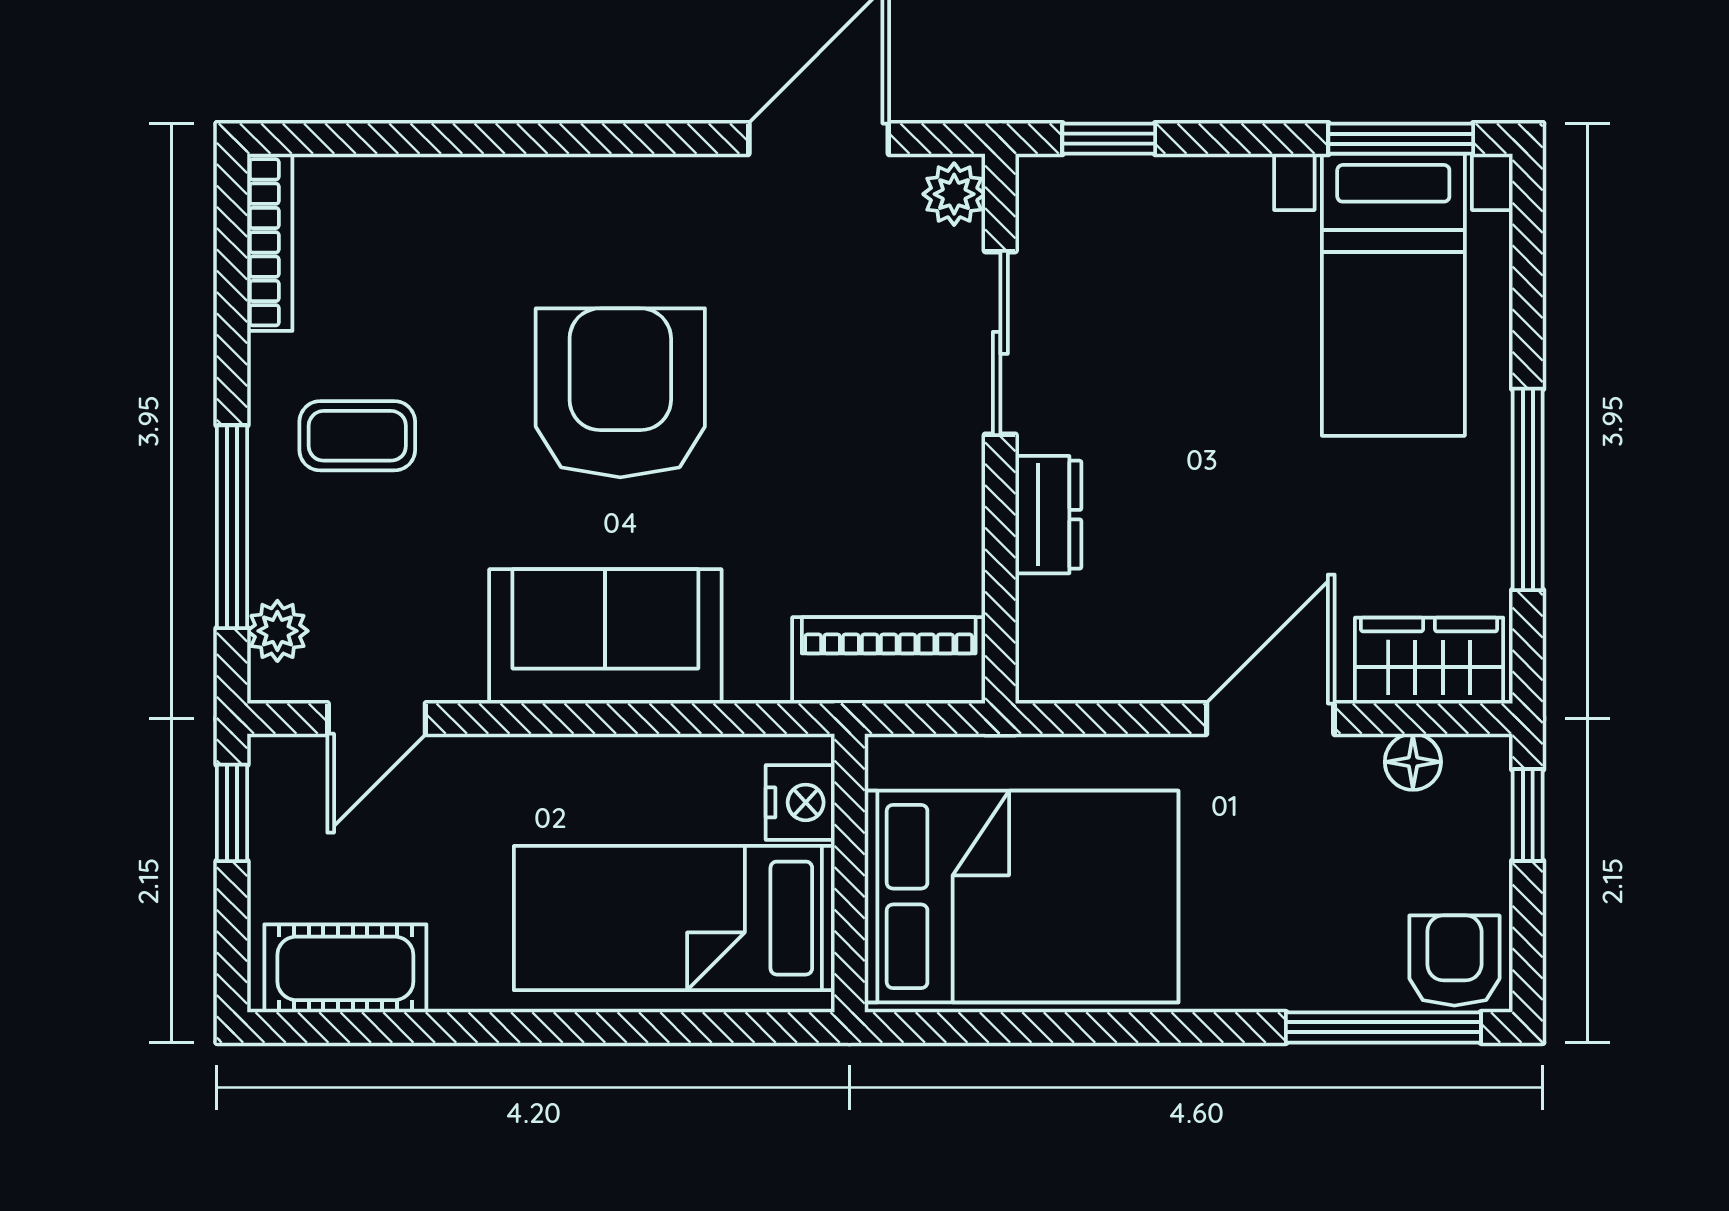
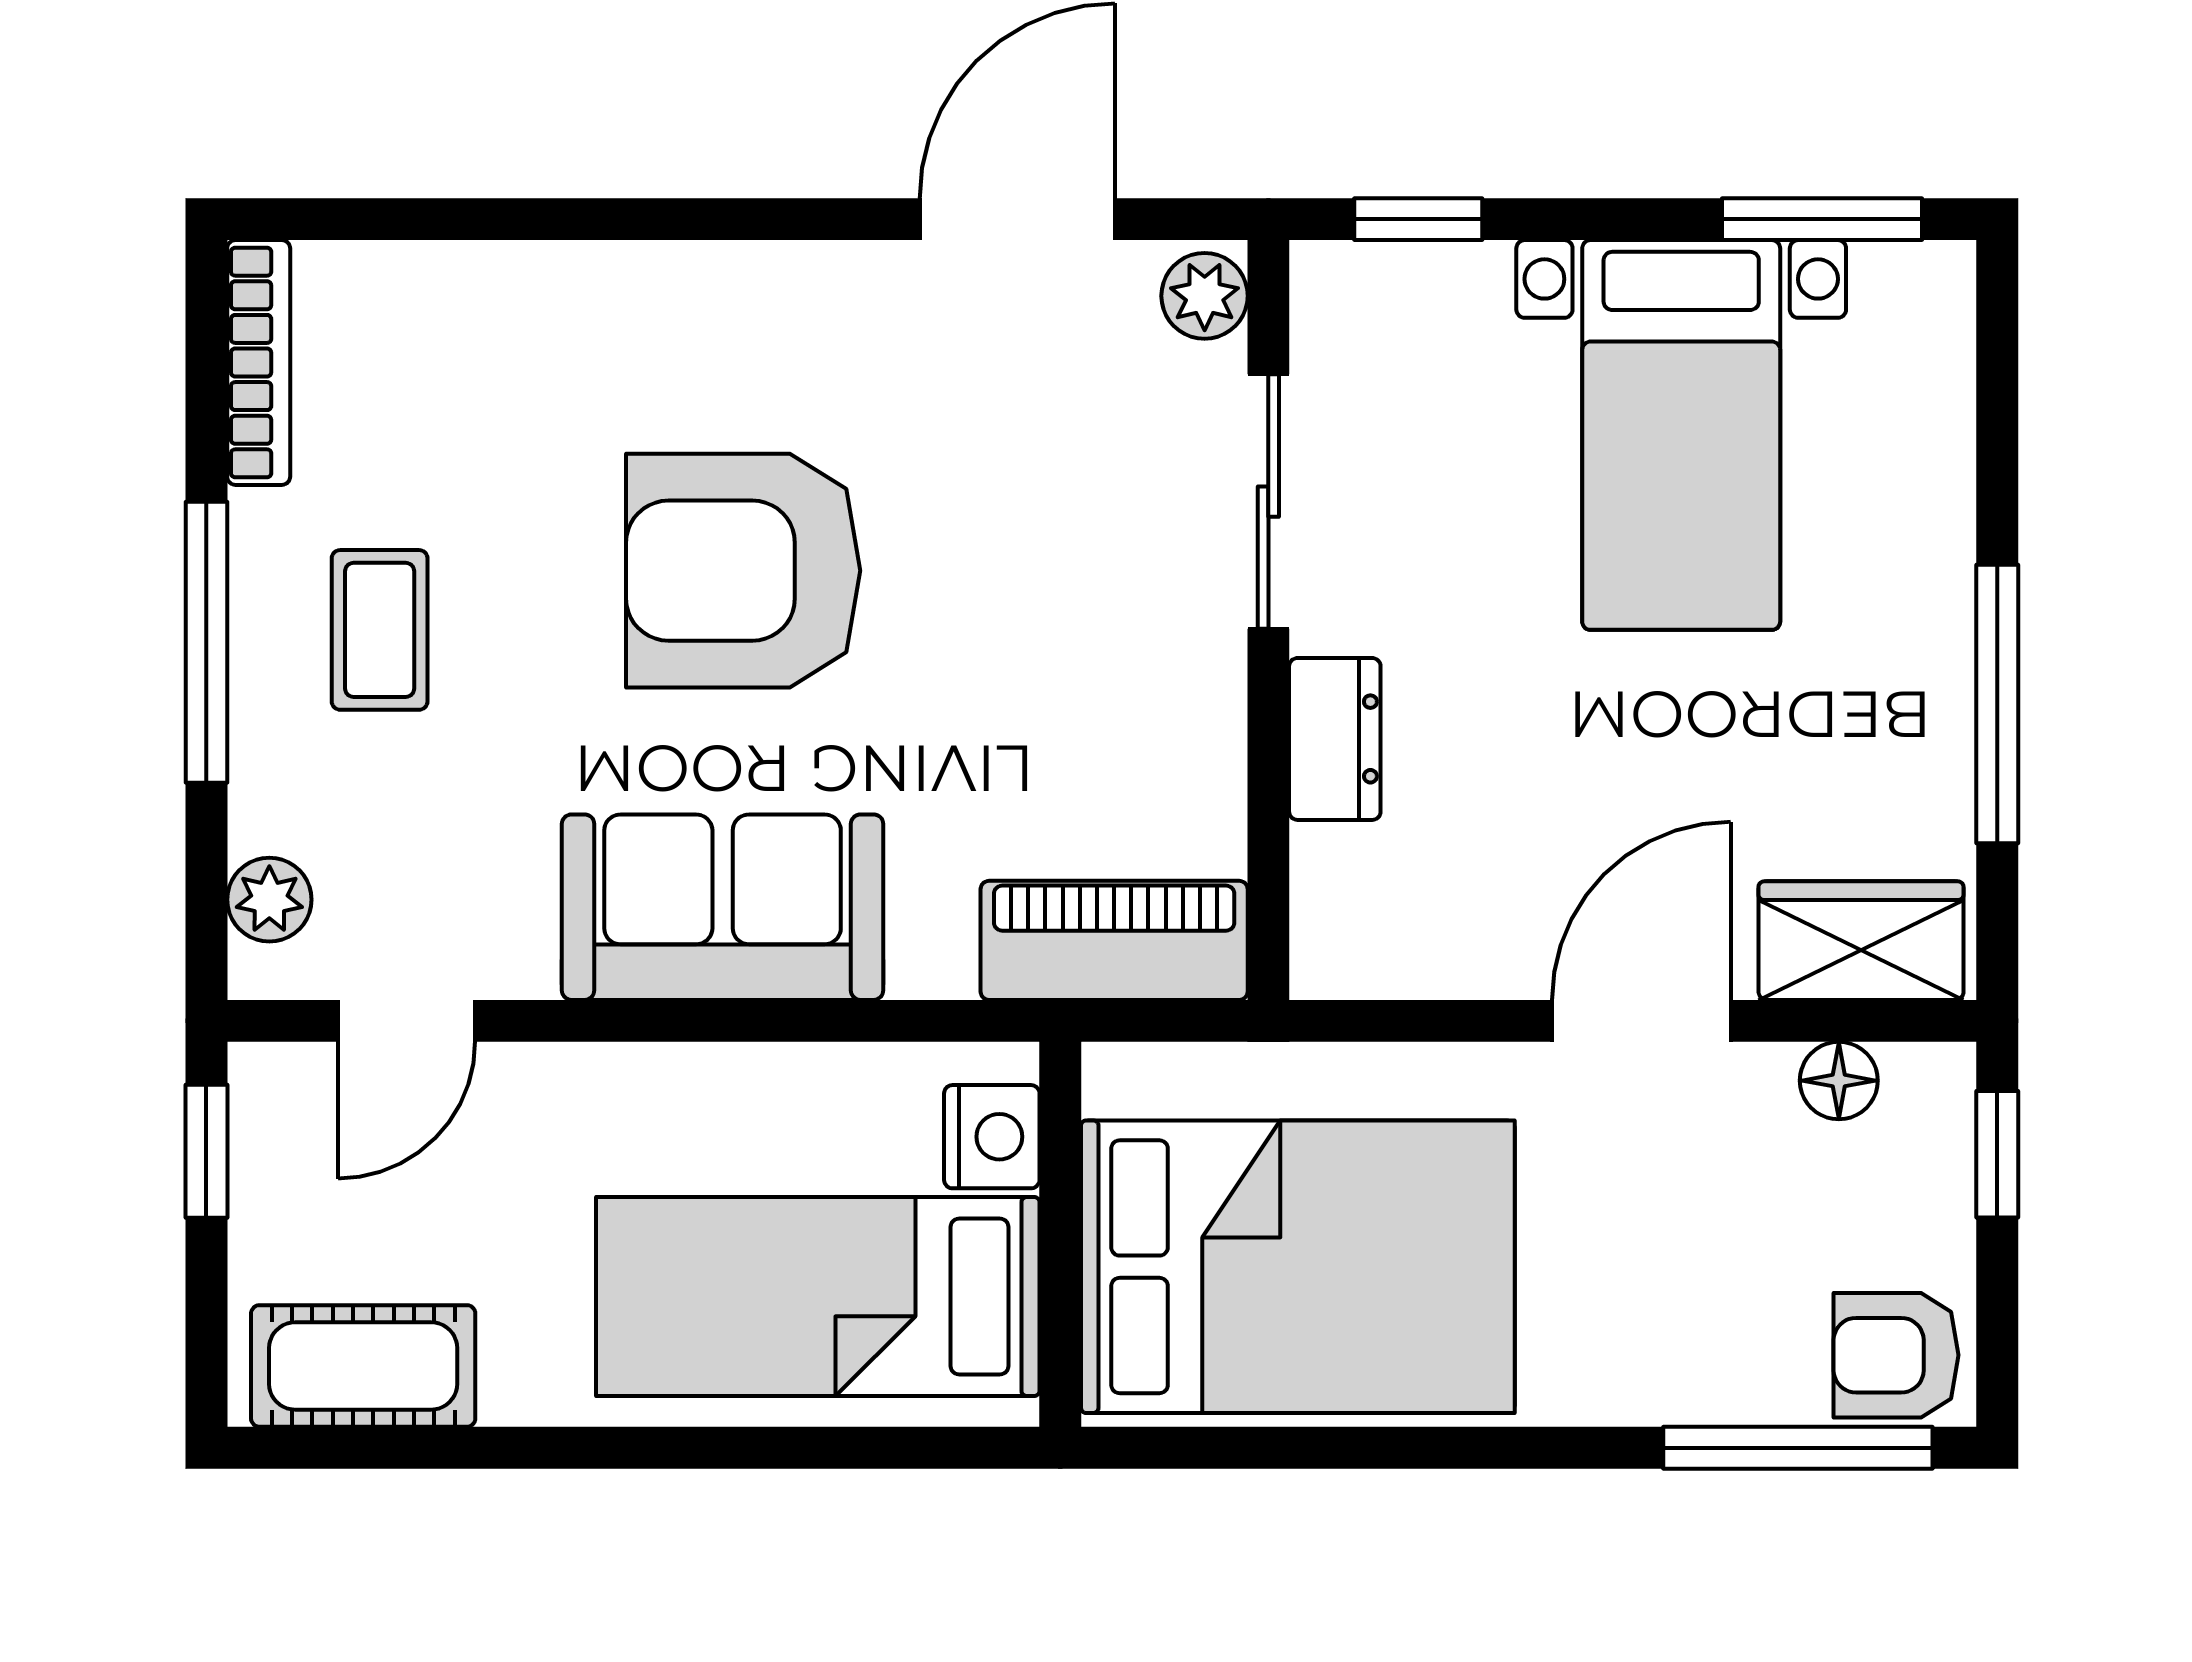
bed with nightstands: (1393, 295) -> (1681, 435), moved
armchair: (620, 393) -> (743, 571), turned -90
coffee table: (357, 436) -> (380, 630), turned 90
window: (232, 527) -> (206, 642), moved
armchair: (1454, 961) -> (1896, 1355), turned -90

